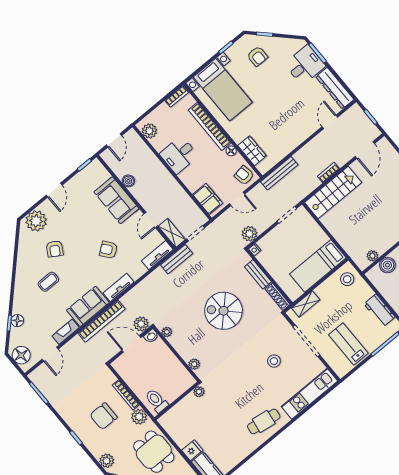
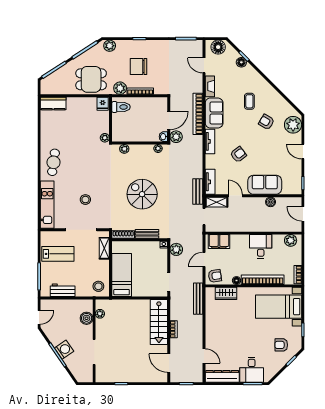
spiral stairs: (224, 311) -> (142, 194), turned -90
chair: (103, 416) -> (139, 67), turned -90
fridge: (192, 450) -> (103, 104), moved

